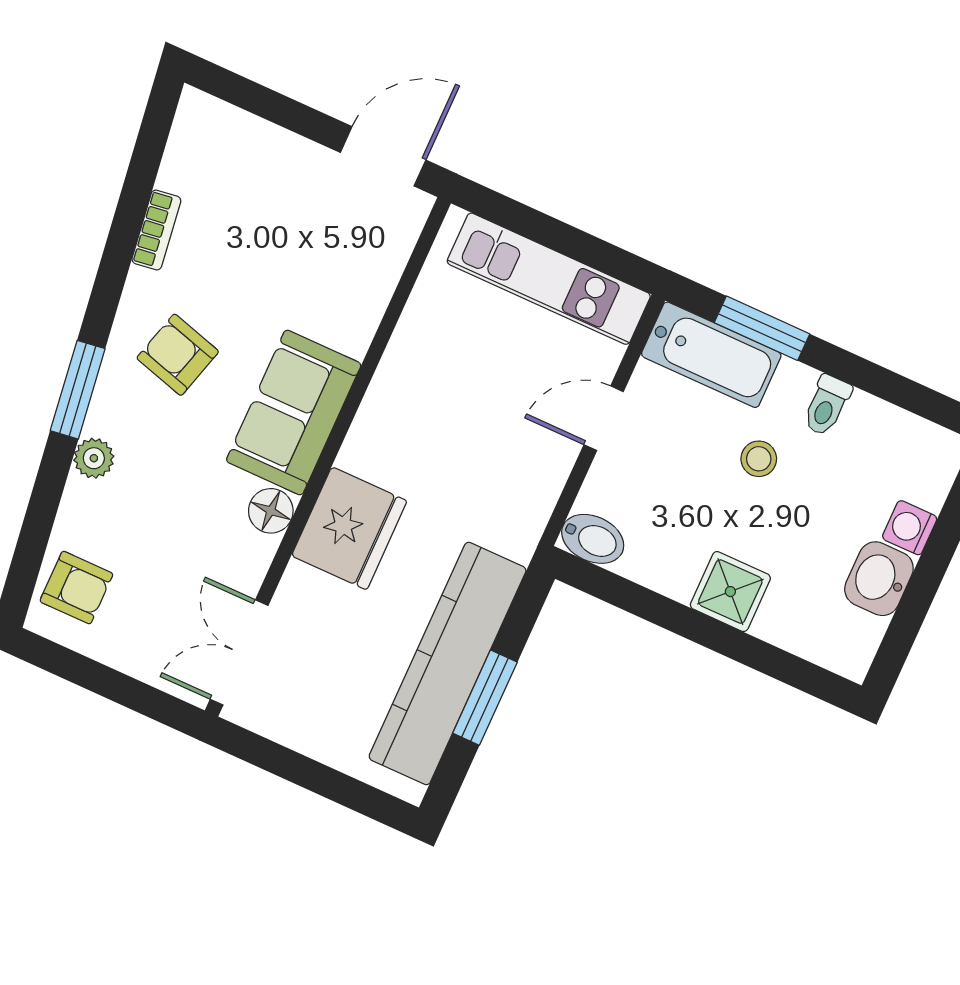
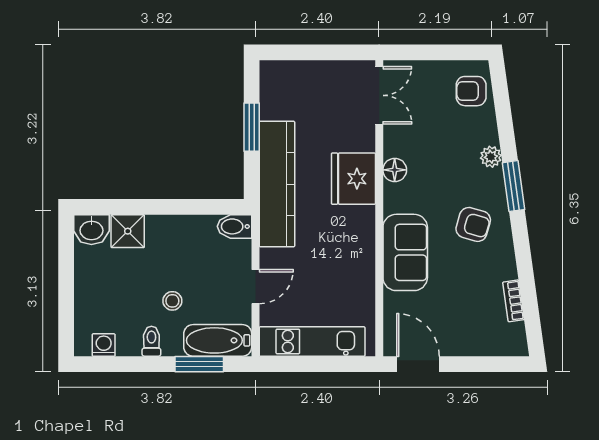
door: (383, 156) -> (418, 364), swing flipped
bookcase: (156, 230) -> (513, 301), moved
sofa: (294, 413) -> (405, 252), moved
washing machine: (910, 528) -> (104, 345), moved, turned -90
washbasin: (879, 579) -> (91, 230), moved, turned 90
shower: (730, 592) -> (128, 231), moved
kitchen counter: (448, 664) -> (277, 184), moved

